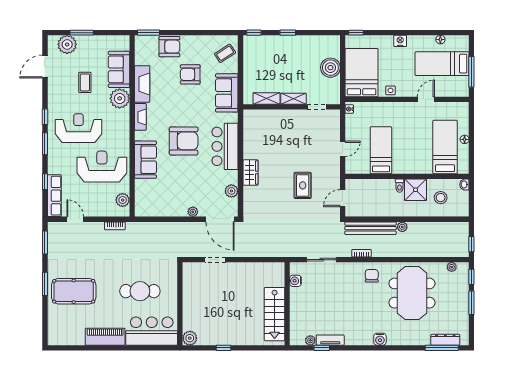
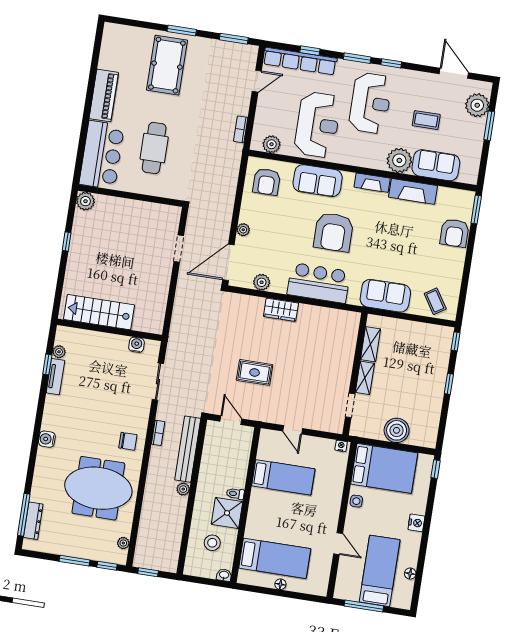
armchair: (190, 74) -> (267, 182), moved, turned 180
row of seats: (54, 196) -> (300, 61), width x1.36

